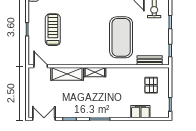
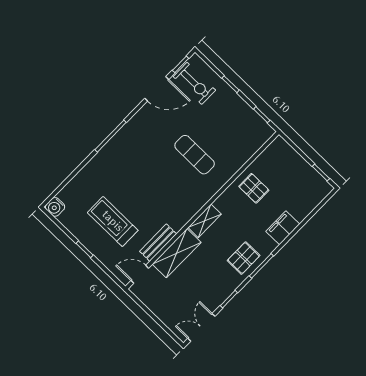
exercise mat: (121, 37) -> (195, 155), width x0.50, depth x0.69
bench: (150, 60) -> (158, 243), moved
pallet: (151, 85) -> (254, 188), moved
pallet: (95, 107) -> (244, 258), added
filing cabinet: (140, 112) -> (283, 228), moved

